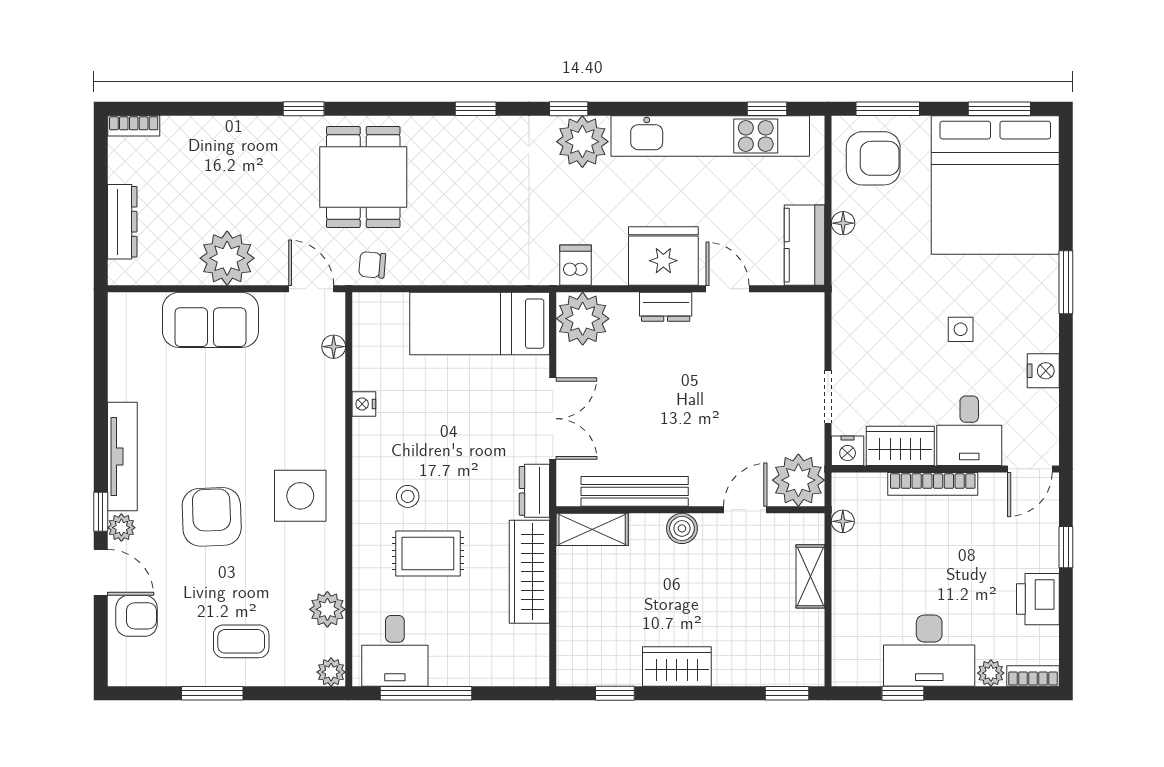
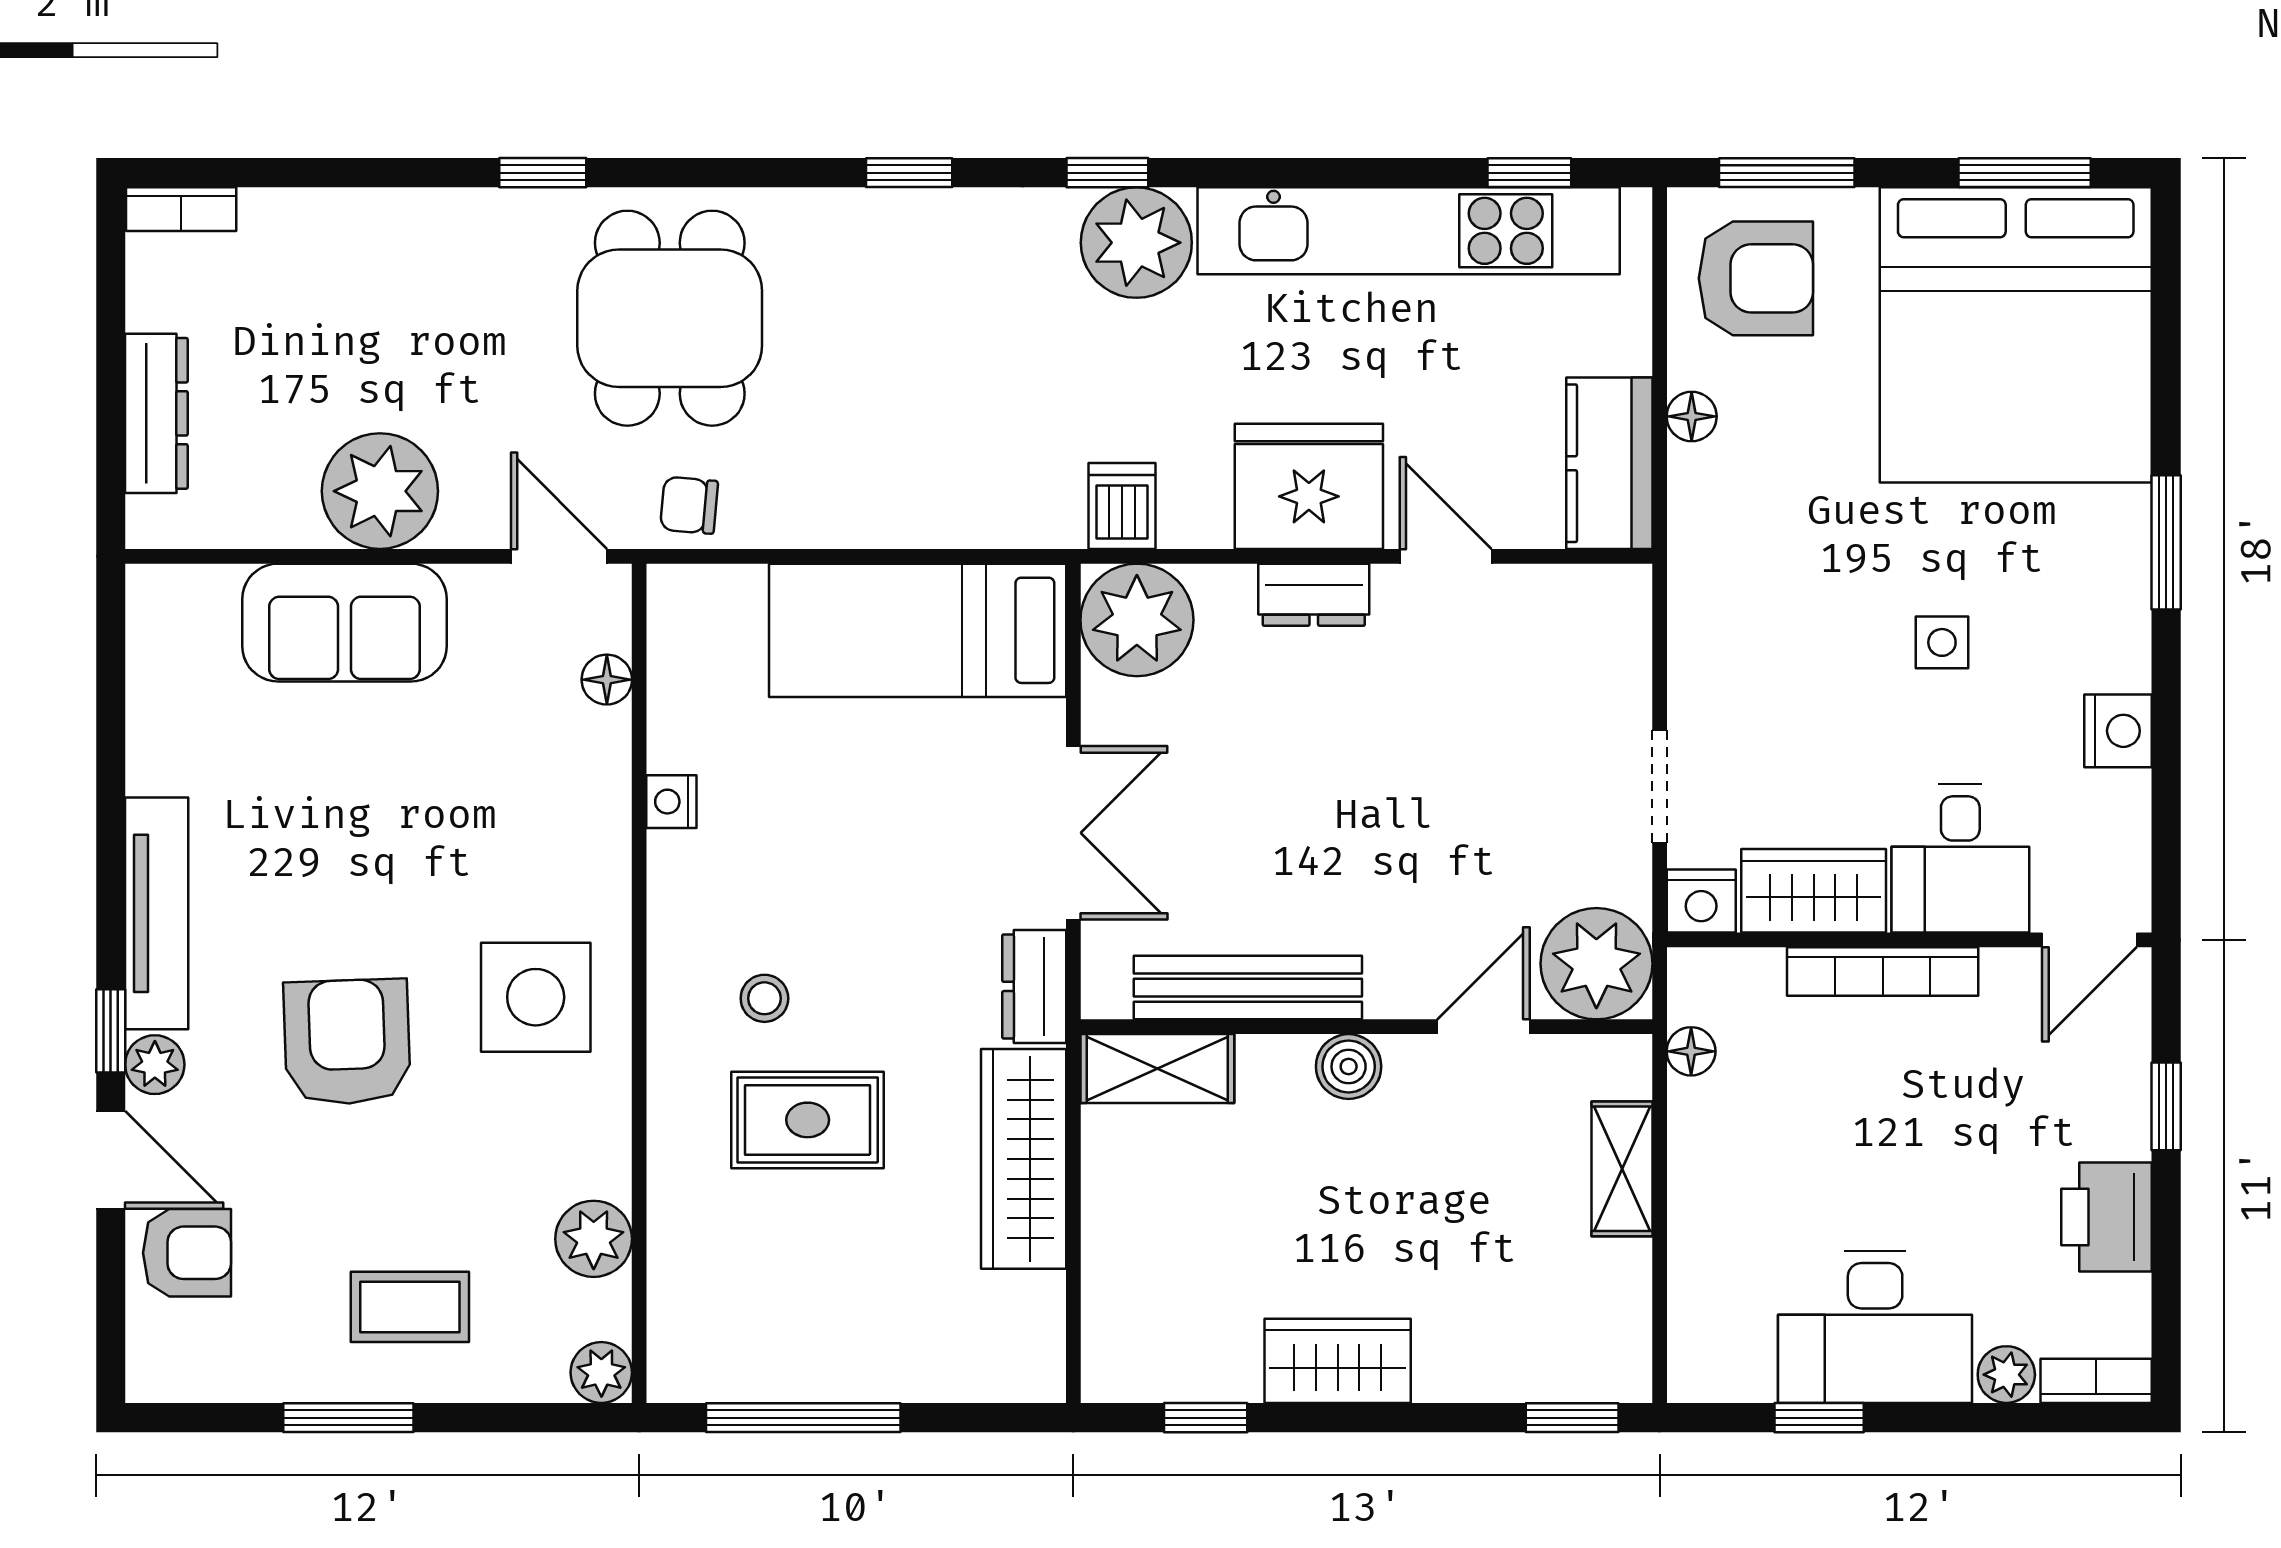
desk: (395, 651) -> (737, 1327), removed

